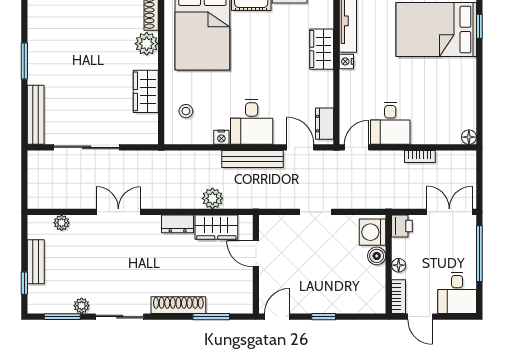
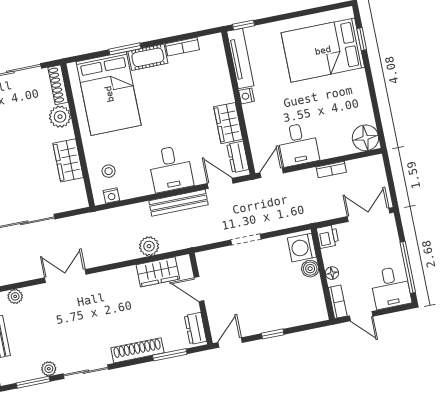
wardrobe: (322, 49) -> (228, 123), moved
nightstand: (221, 137) -> (111, 196), moved
floor lamp: (469, 137) -> (365, 138), width x1.89, depth x1.89
dresser: (178, 224) -> (196, 328), moved, turned 90
window: (479, 254) -> (408, 267), moved

